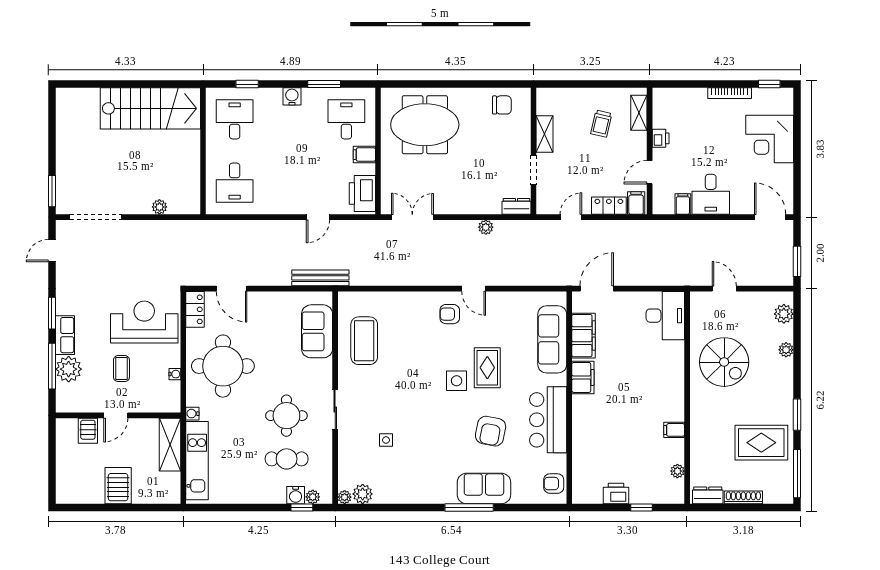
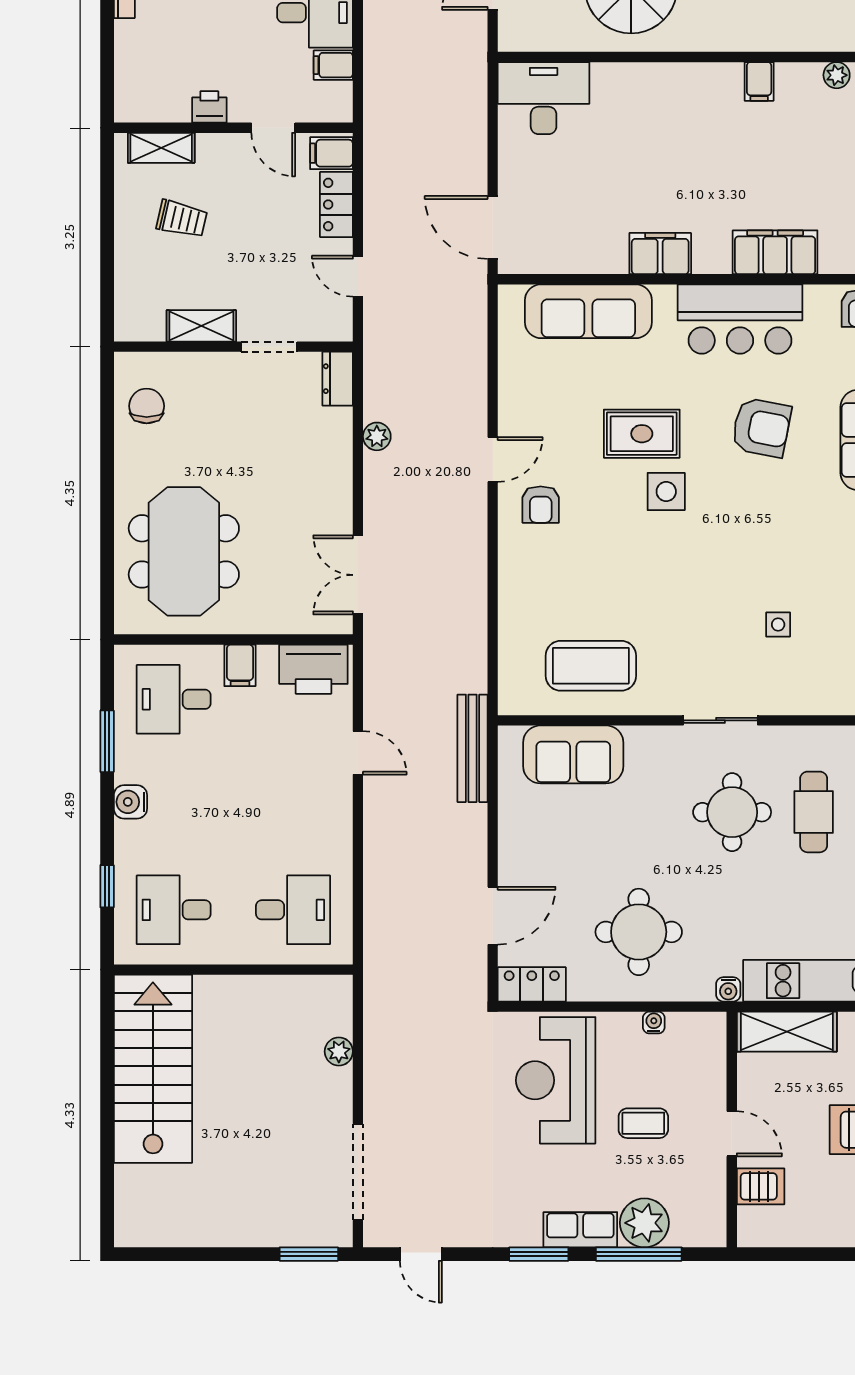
filing cabinet: (584, 336) -> (775, 252), moved
round table: (223, 366) -> (639, 932), width x0.73, depth x0.73

